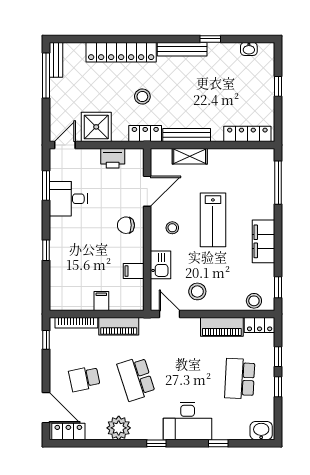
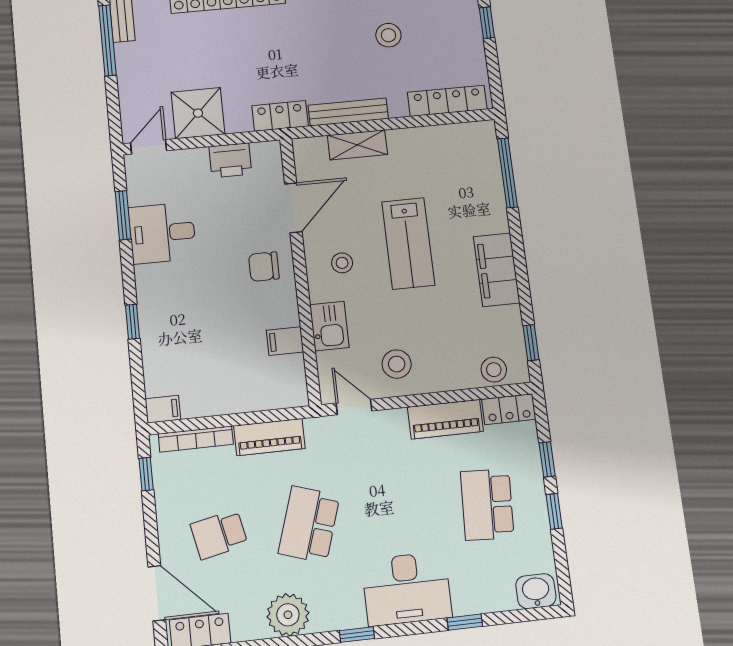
stool: (142, 97) -> (388, 35), moved
filing cabinet: (101, 301) -> (163, 409), moved, turned 90
school desk: (136, 379) -> (309, 524), turned 36

